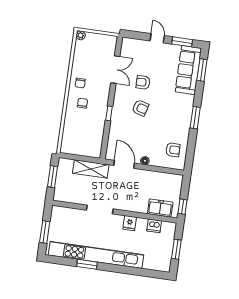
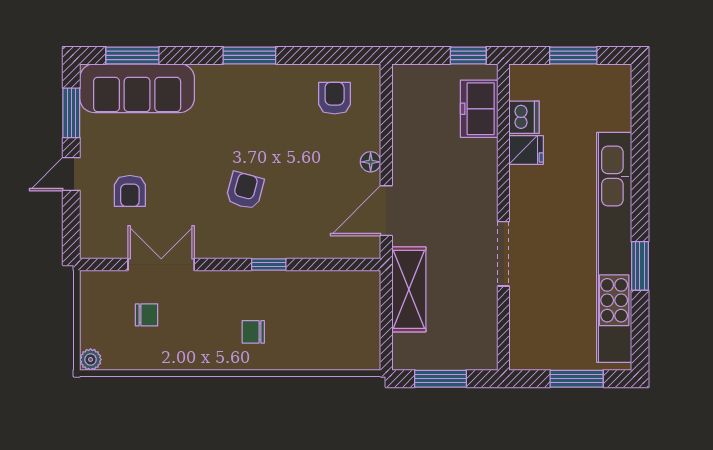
armchair: (143, 82) -> (130, 191), moved
chair: (80, 83) -> (147, 315), moved
fridge: (130, 223) -> (526, 150), moved

